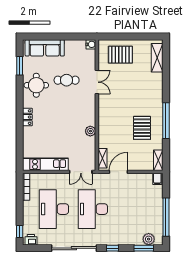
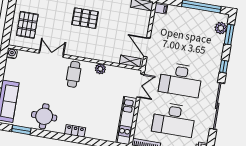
cafe table: (67, 80) -> (74, 74), moved
pallet: (142, 128) -> (85, 18), moved

